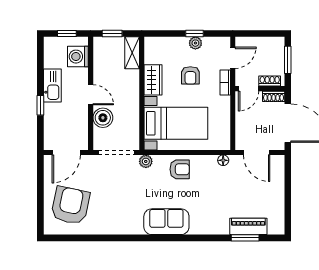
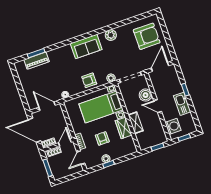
shelving: (132, 53) -> (136, 123), moved
armchair: (70, 205) -> (147, 36), turned -102
plant: (124, 226) -> (111, 35), added

